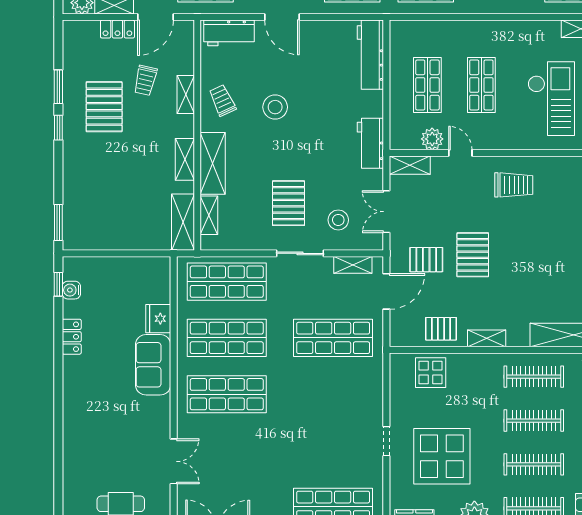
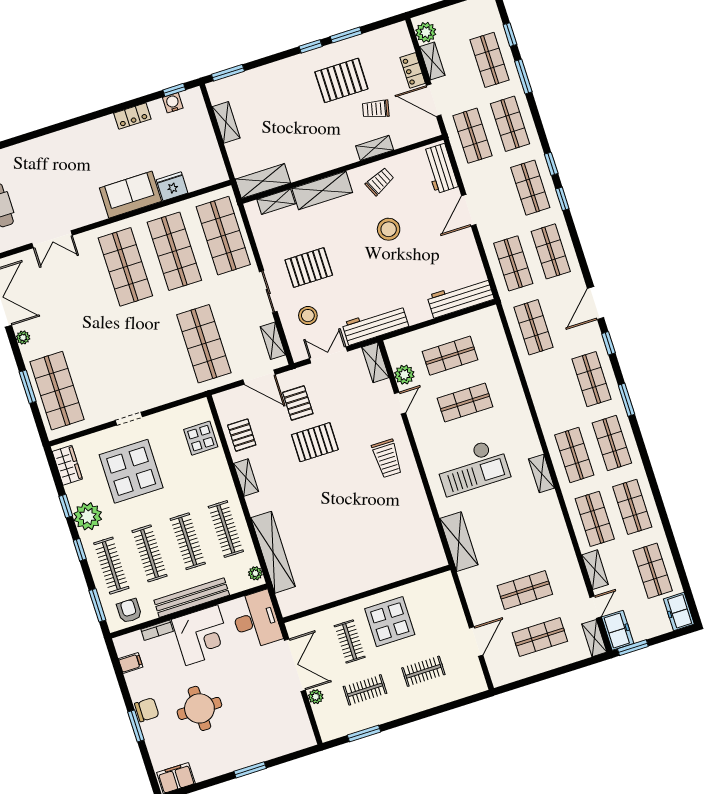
workbench: (370, 143) -> (375, 325), width x1.38
shelving: (185, 159) -> (226, 122), moved, turned 90

